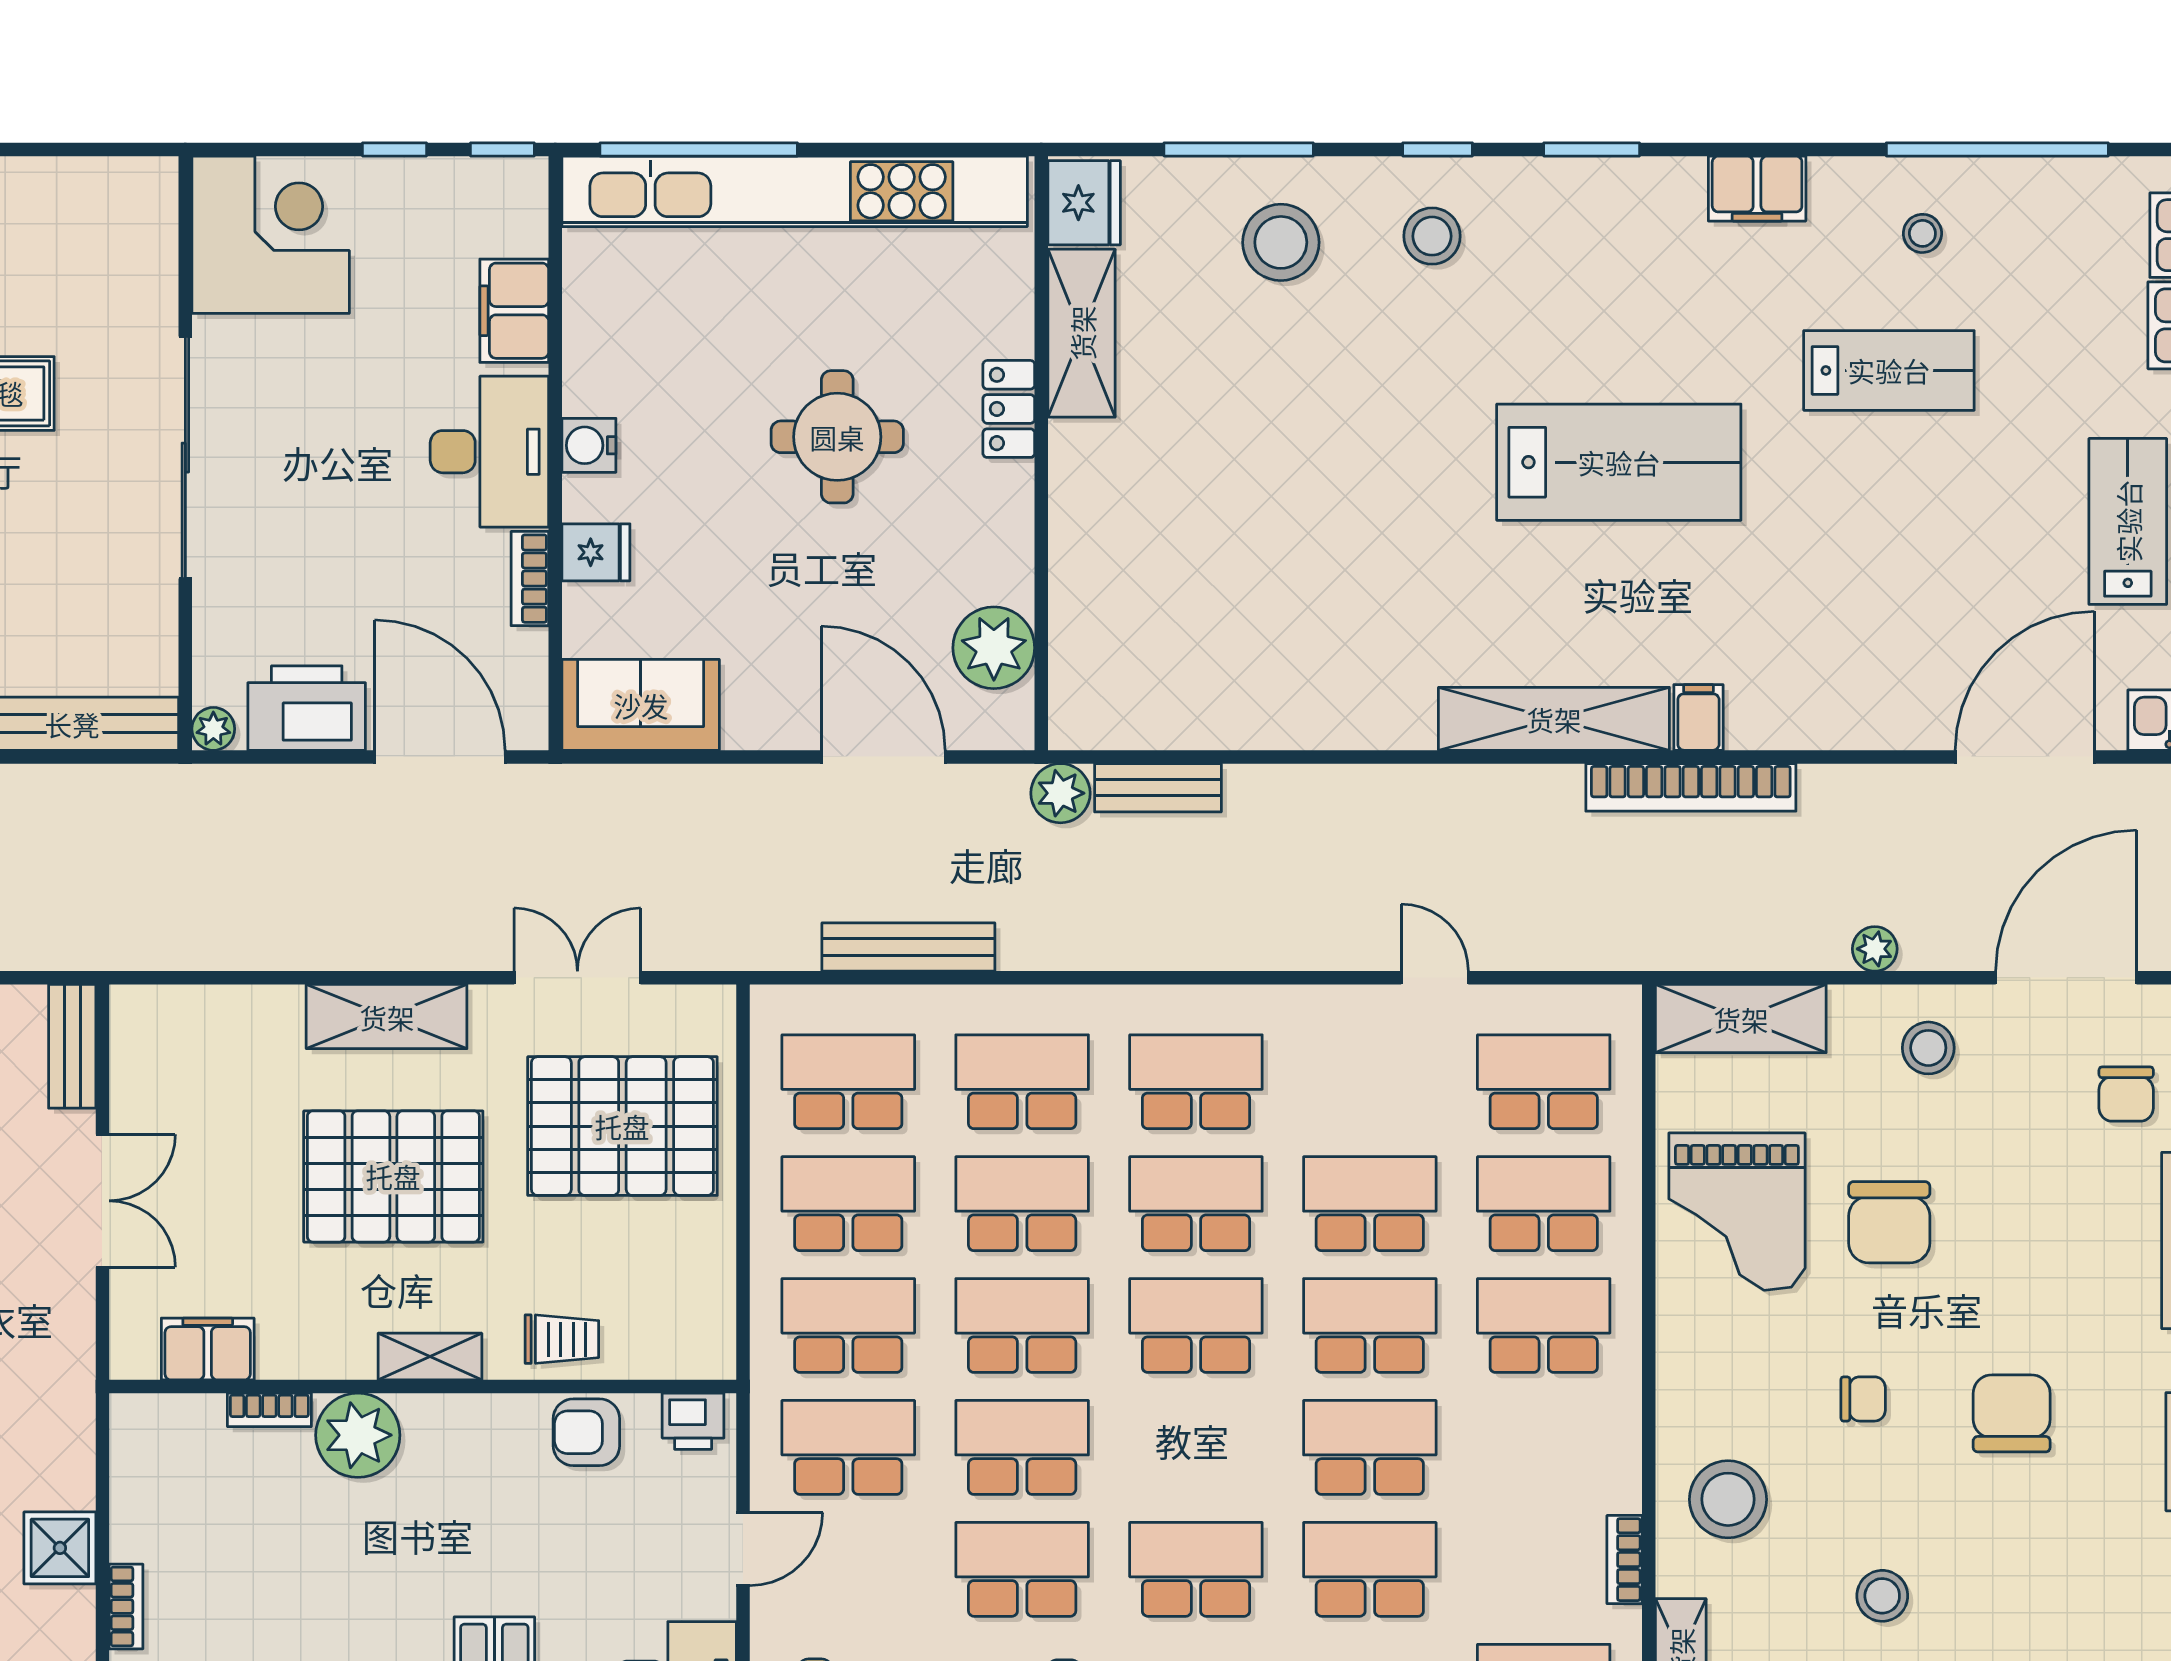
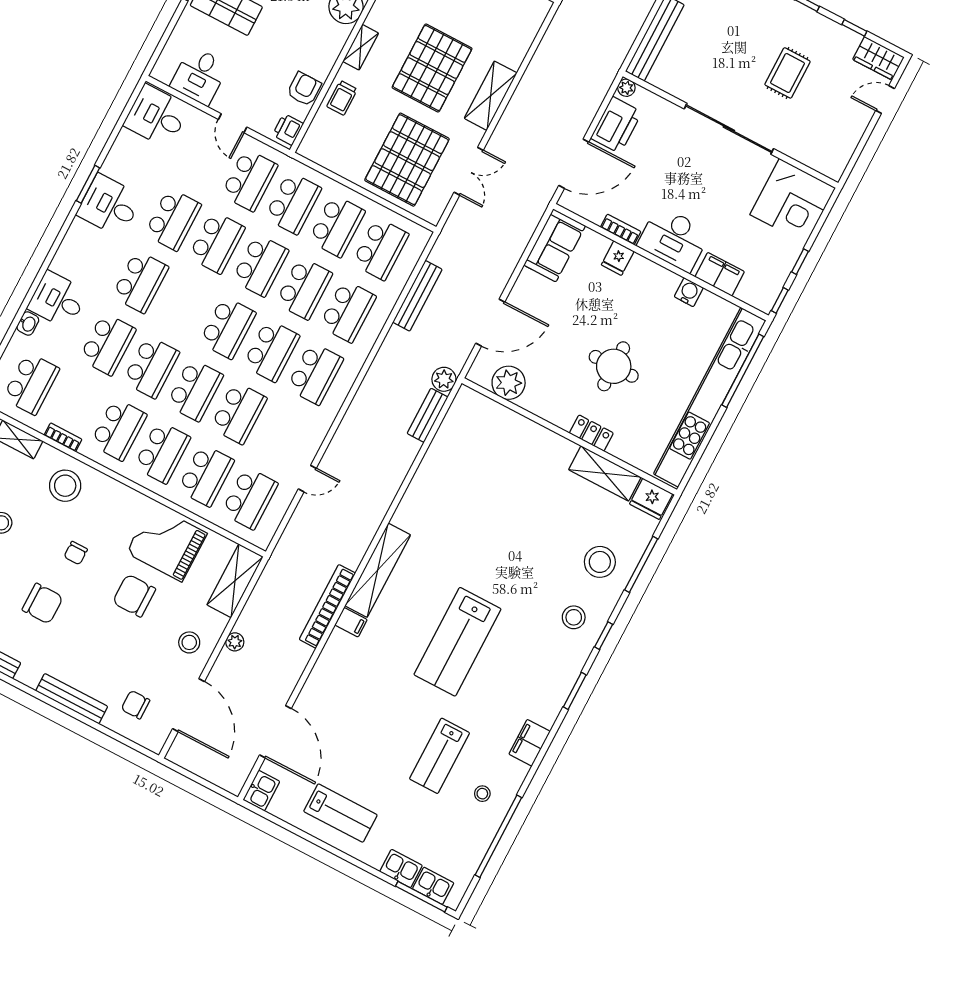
water cooler: (589, 445) -> (689, 292), moved
school desk: (1544, 1447) -> (118, 429), added

